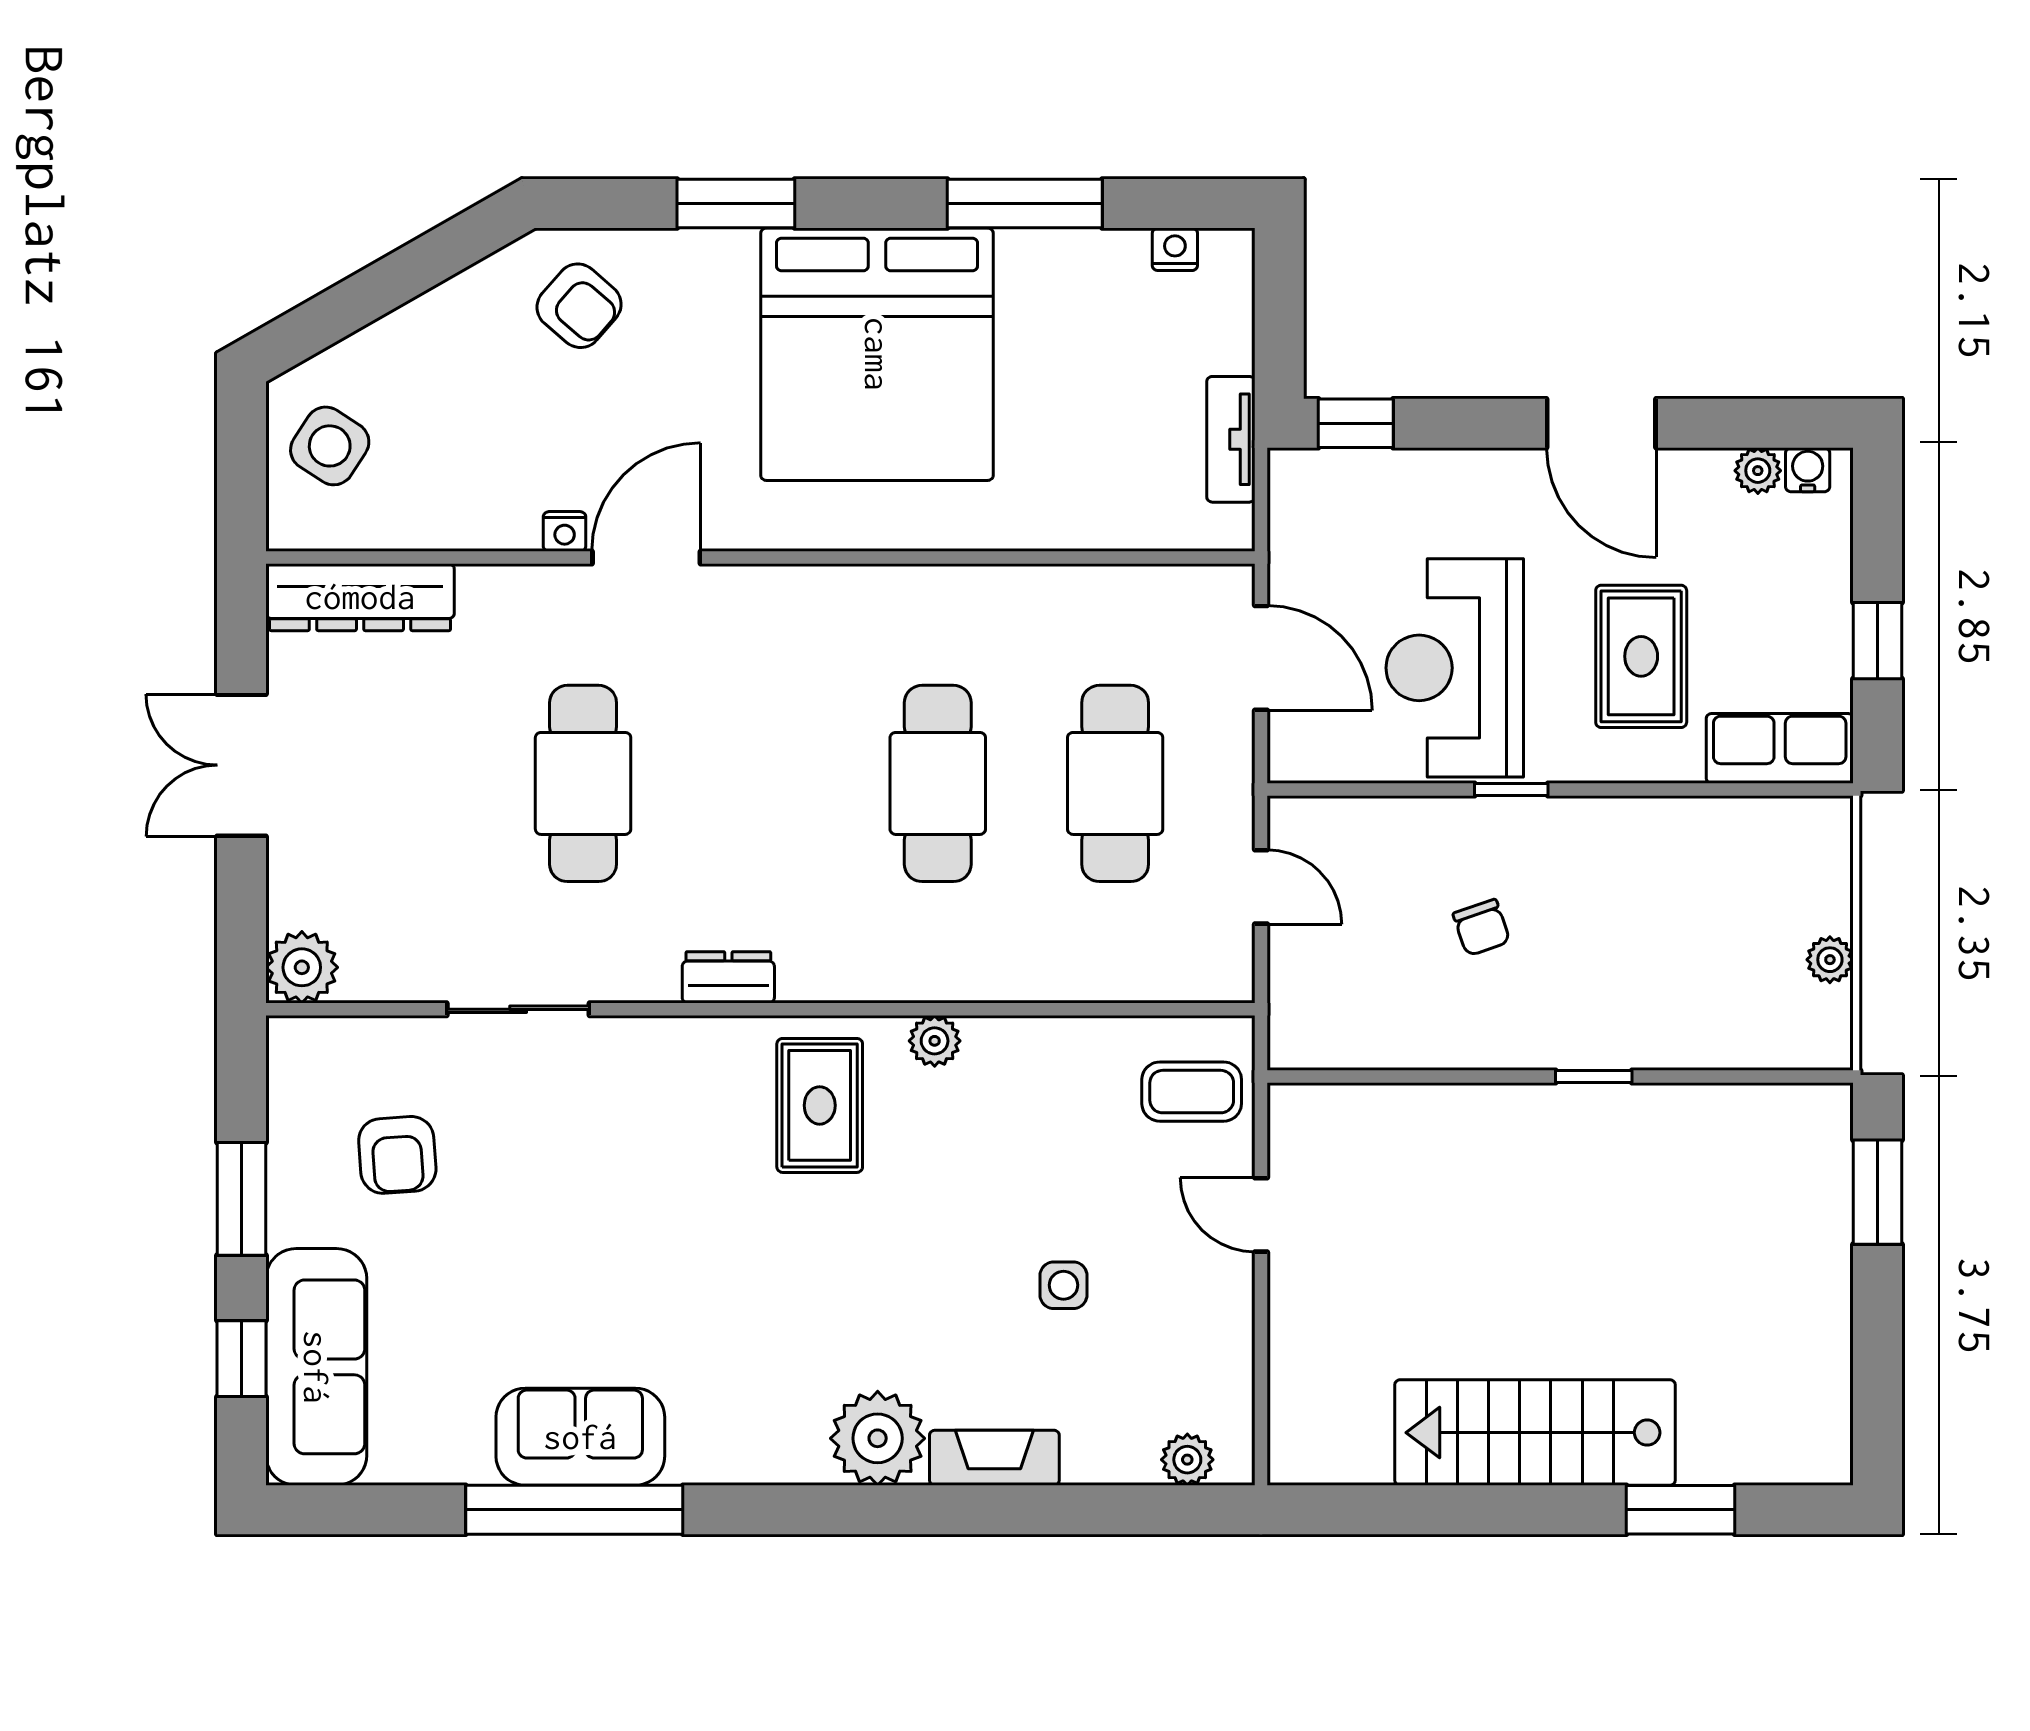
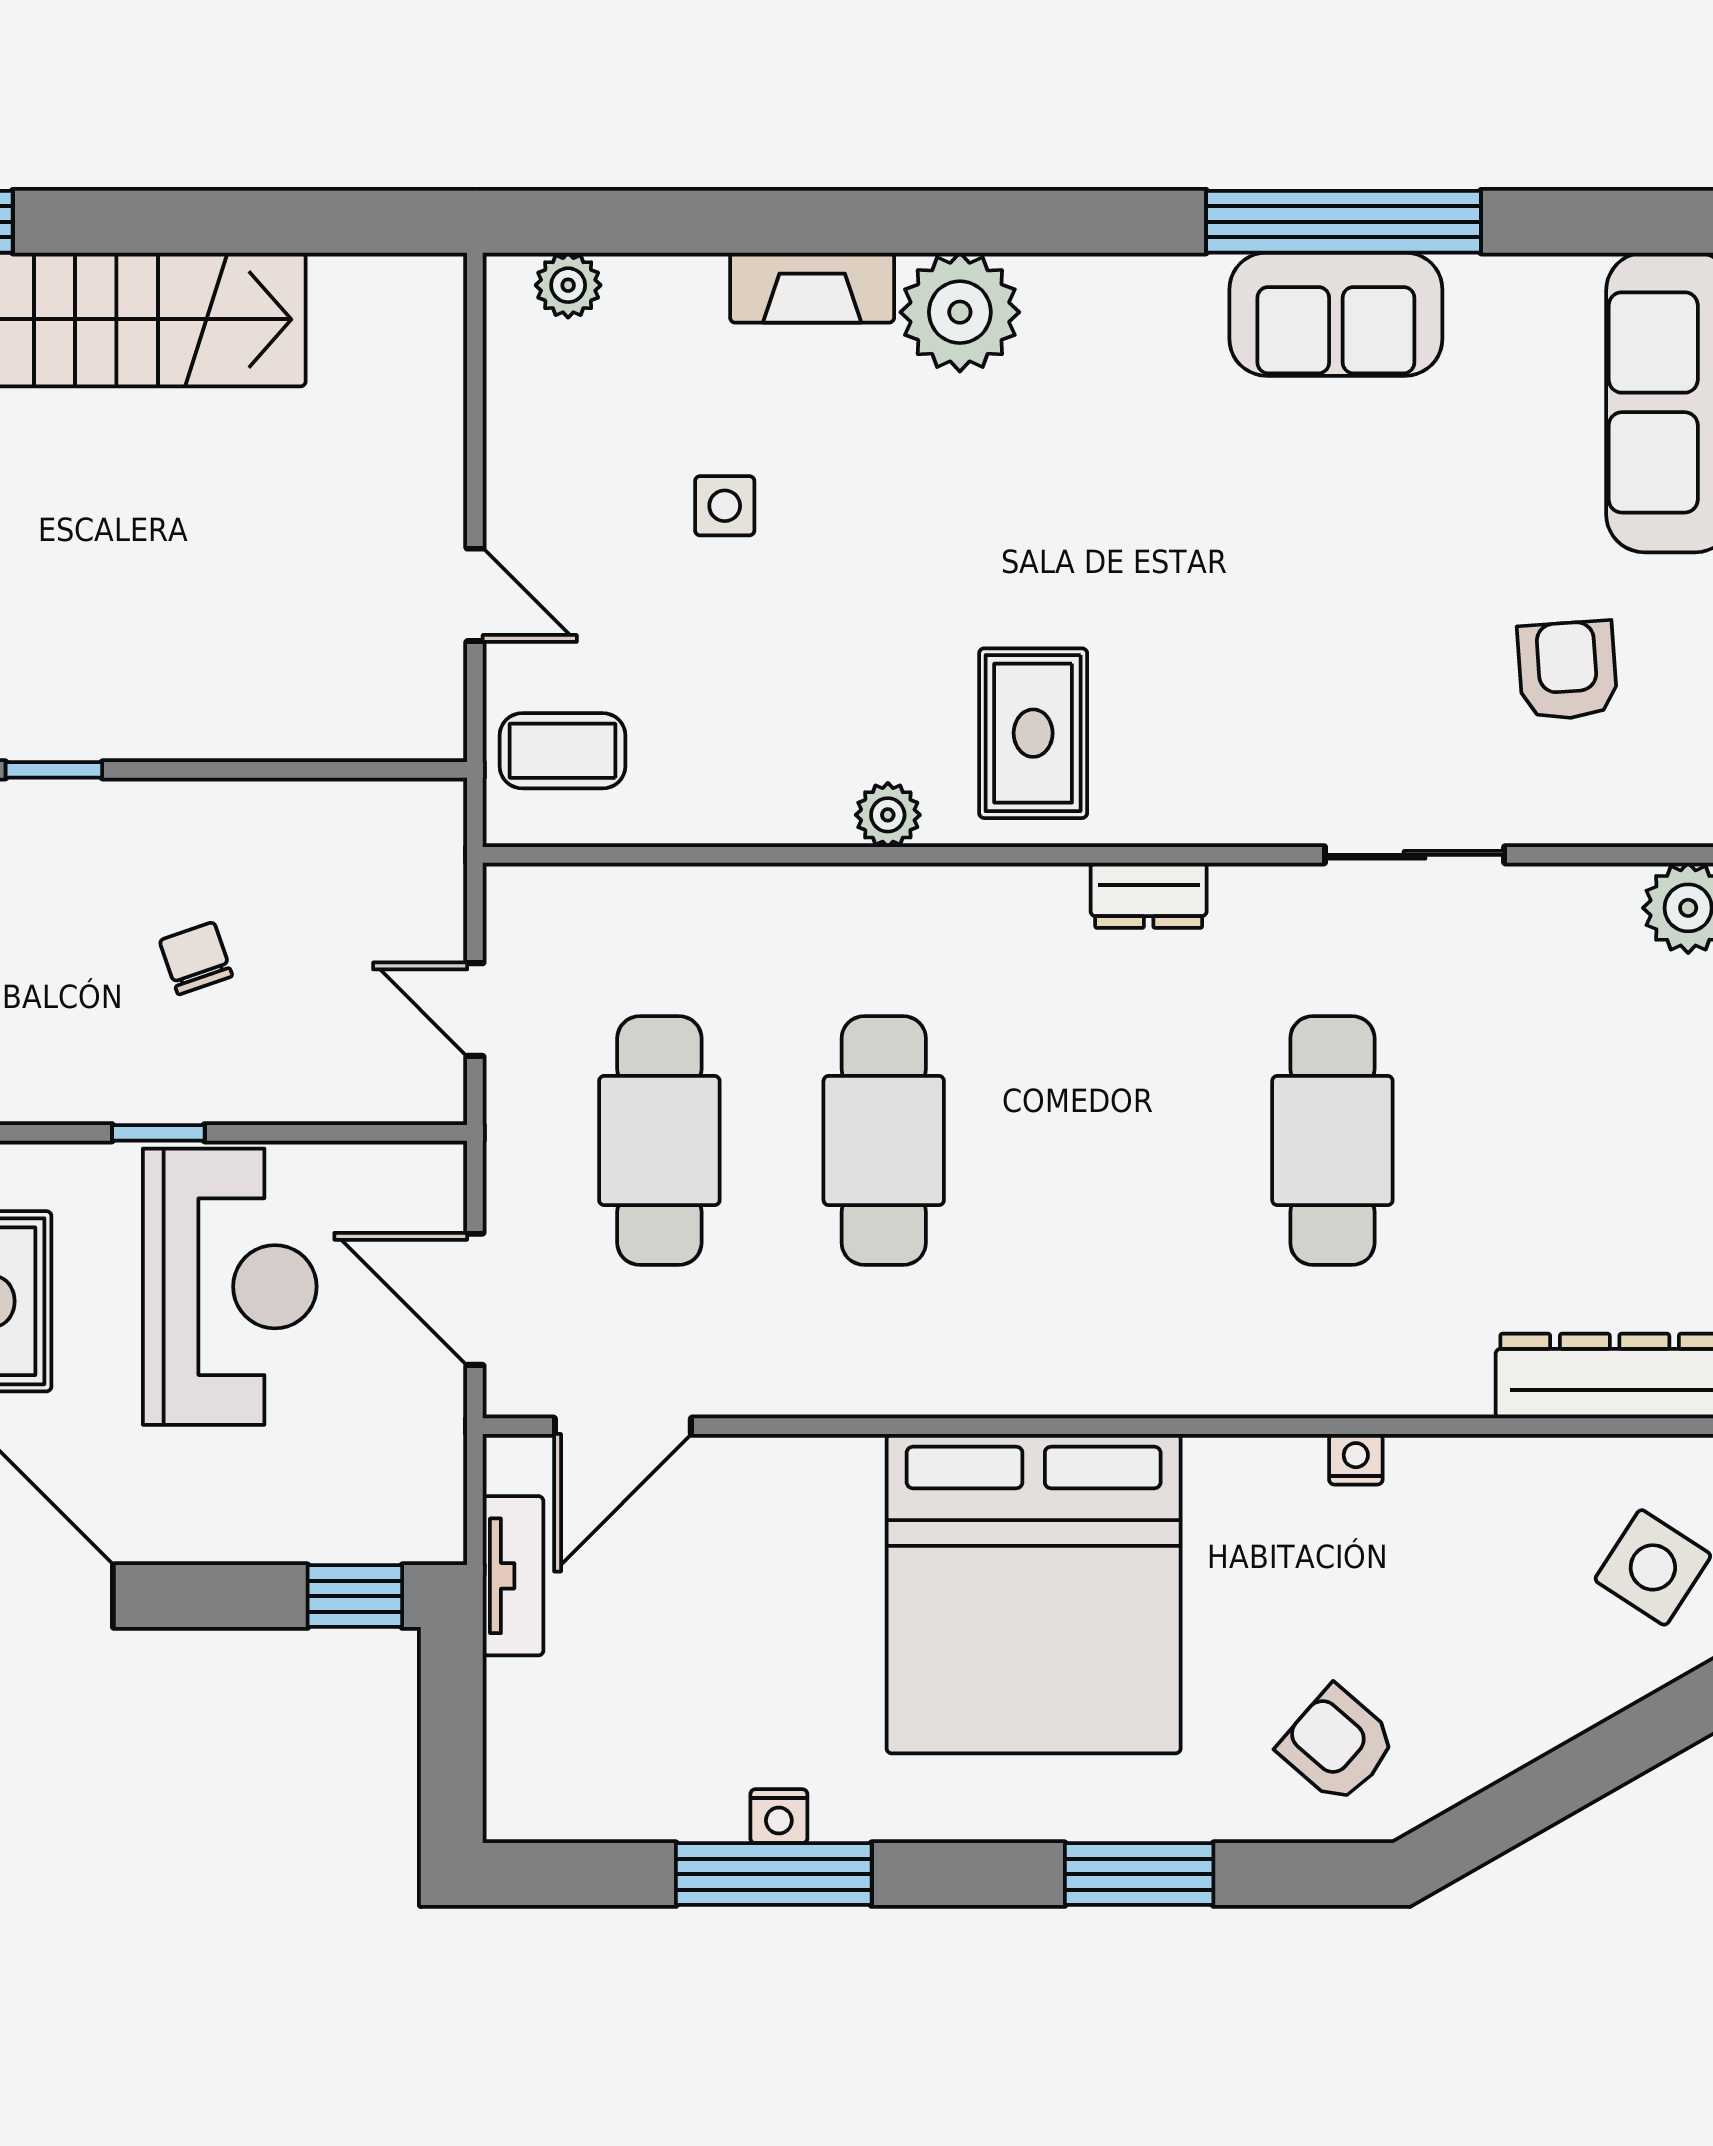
nightstand: (1175, 249) -> (779, 1816), moved
bed: (877, 354) -> (1034, 1594), moved, turned 180
door: (646, 558) -> (623, 1426), moved

